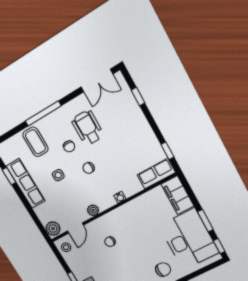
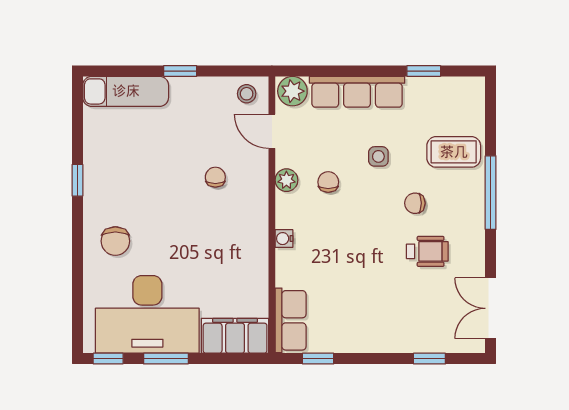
wheelchair: (88, 128) -> (427, 251), width x0.73, depth x0.73
chair: (89, 168) -> (328, 182), moved
row of seats: (26, 184) -> (357, 92), moved

